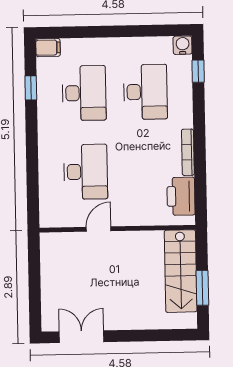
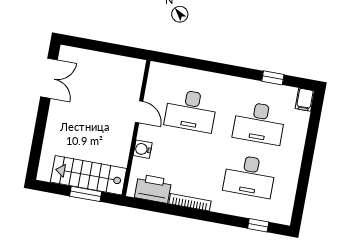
water cooler: (183, 45) -> (143, 149), moved, turned 180
window: (202, 288) -> (86, 194), moved

